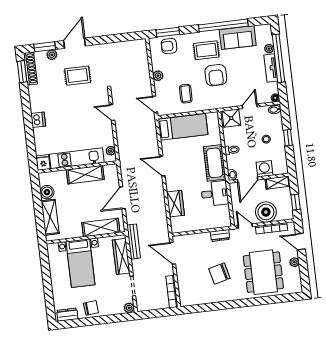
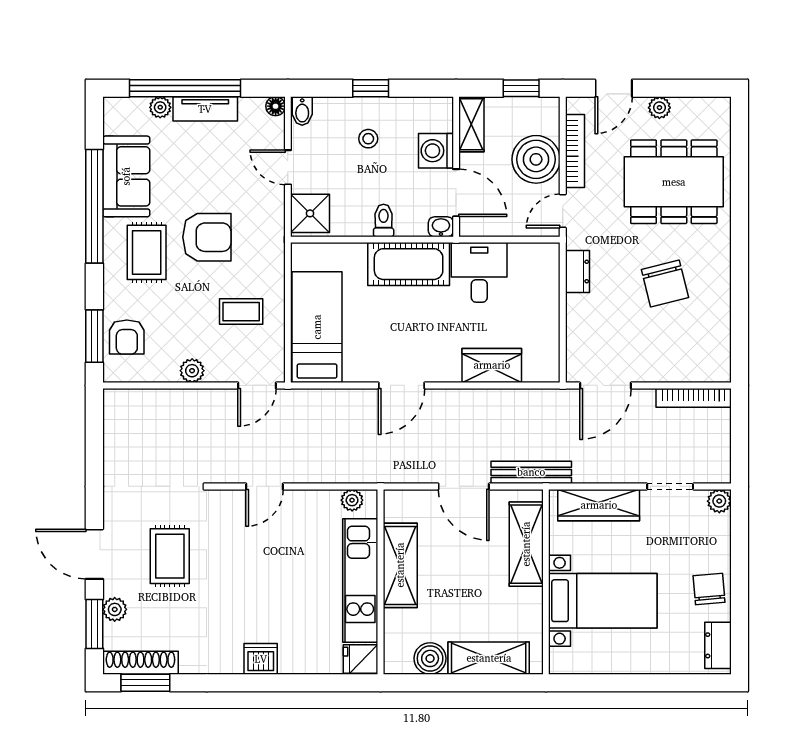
bench: (134, 242) -> (531, 472), moved

